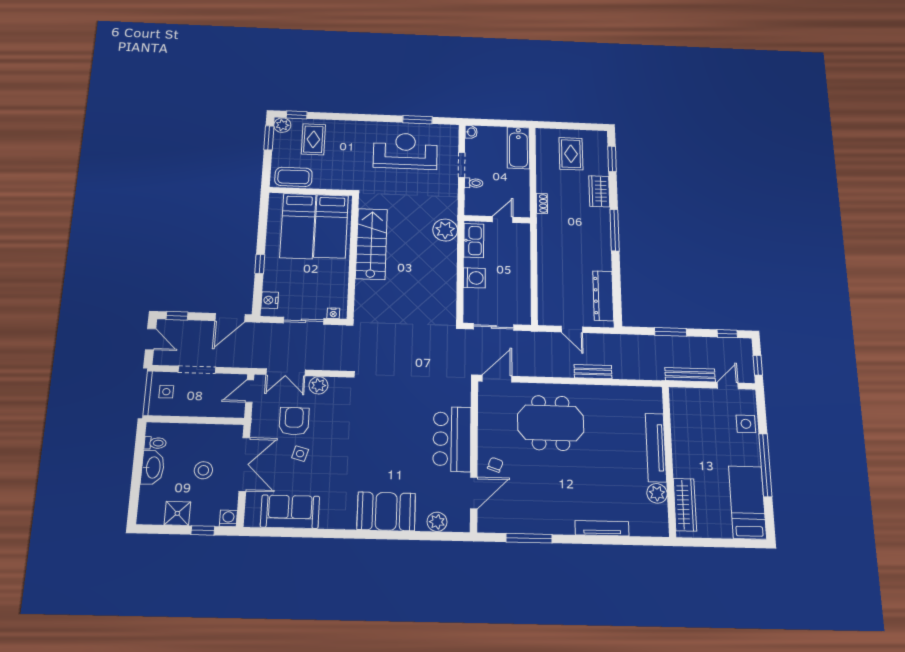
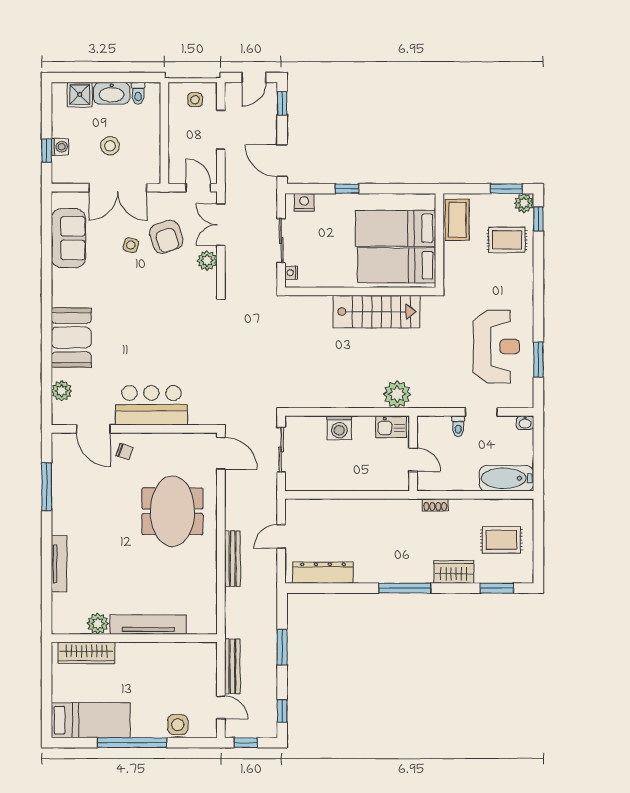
kitchen sink: (474, 241) -> (391, 427), width x0.73
bench: (593, 372) -> (232, 559), width x1.36
armchair: (294, 421) -> (166, 237), turned 72
shower: (177, 513) -> (80, 95), moved
washing machine: (228, 518) -> (60, 147), moved

